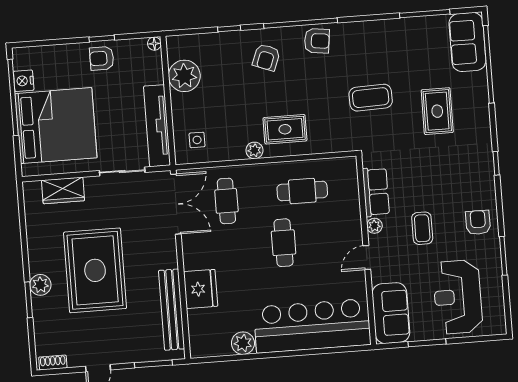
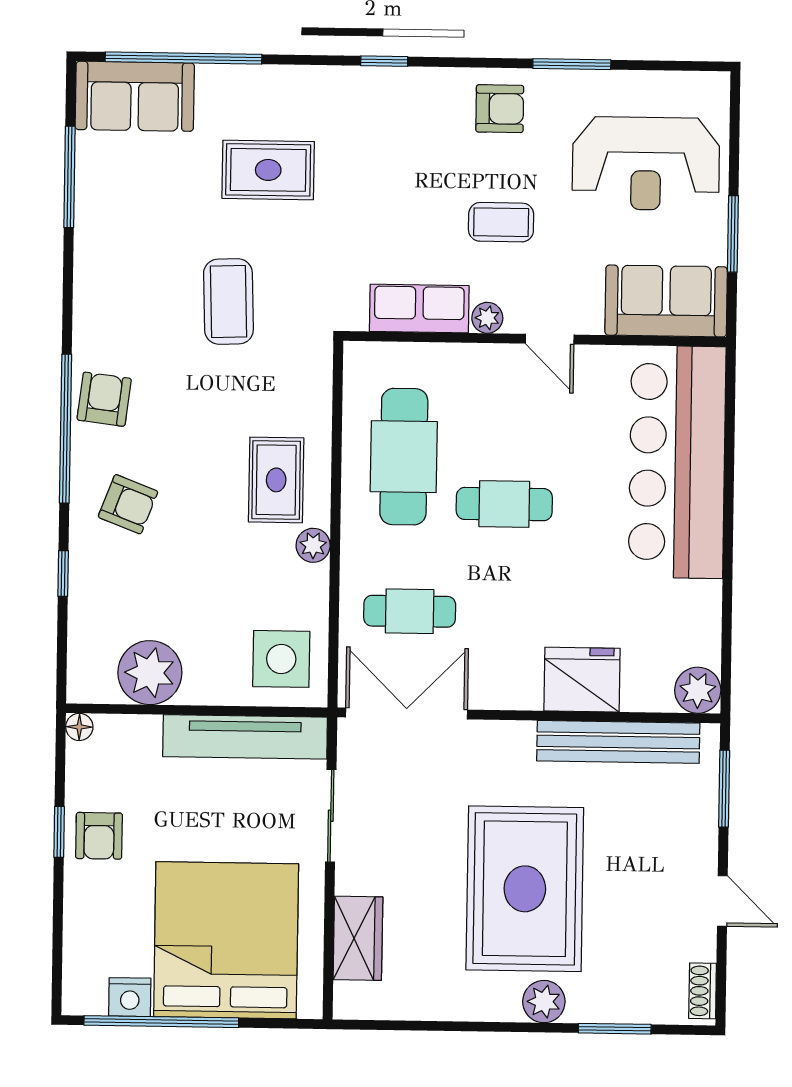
side table: (197, 140) -> (281, 659), width x1.87, depth x1.87
cafe table: (302, 191) -> (404, 457), width x1.37, depth x1.35
armchair: (478, 222) -> (500, 109), turned 180
rug: (95, 270) -> (525, 889), turned 90
window: (29, 300) -> (615, 1029), moved
plant: (243, 343) -> (698, 690), moved

